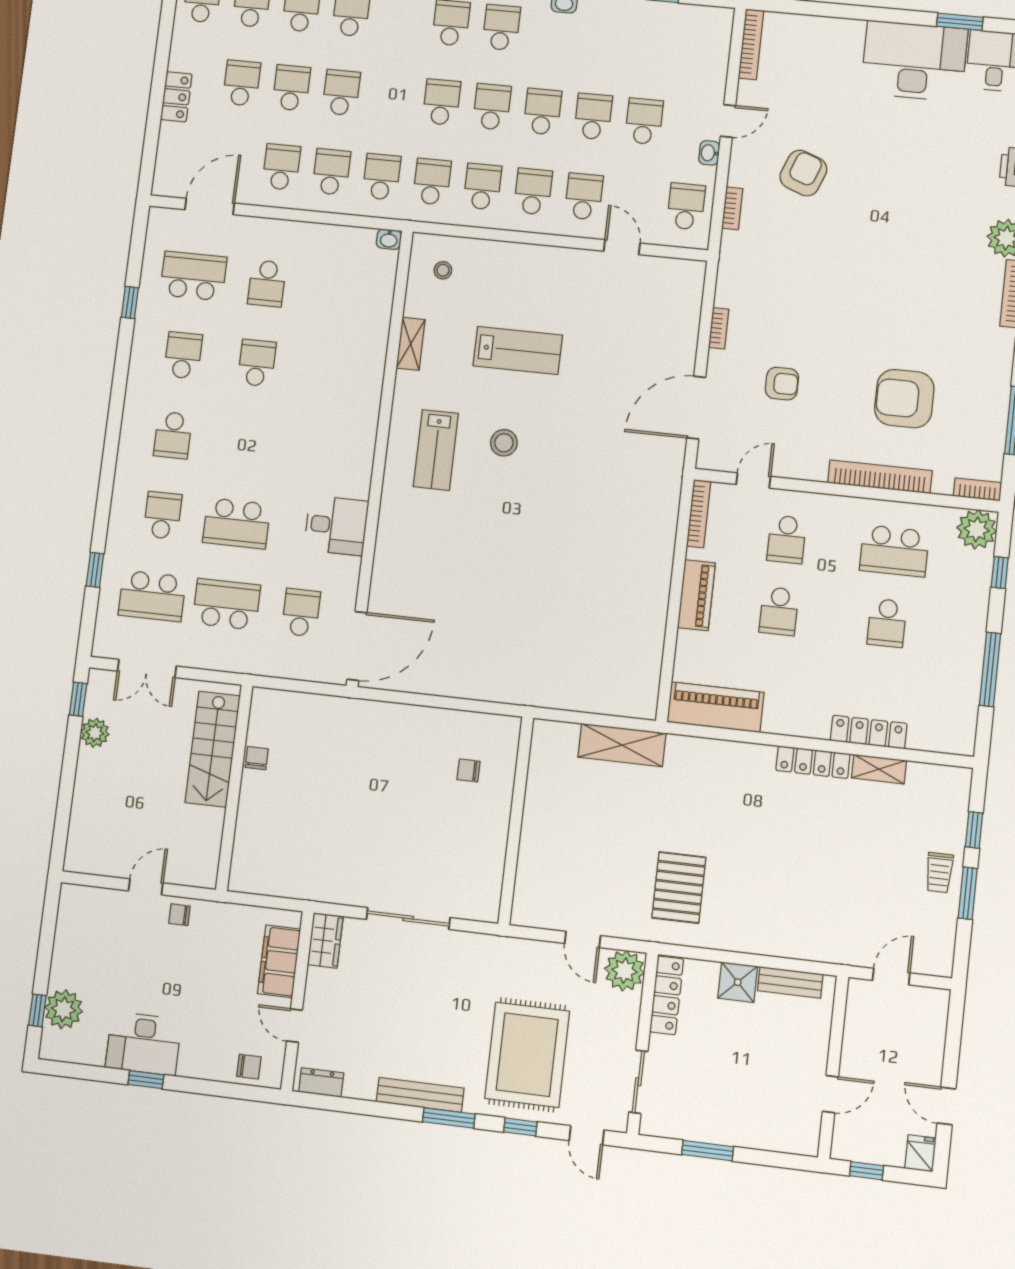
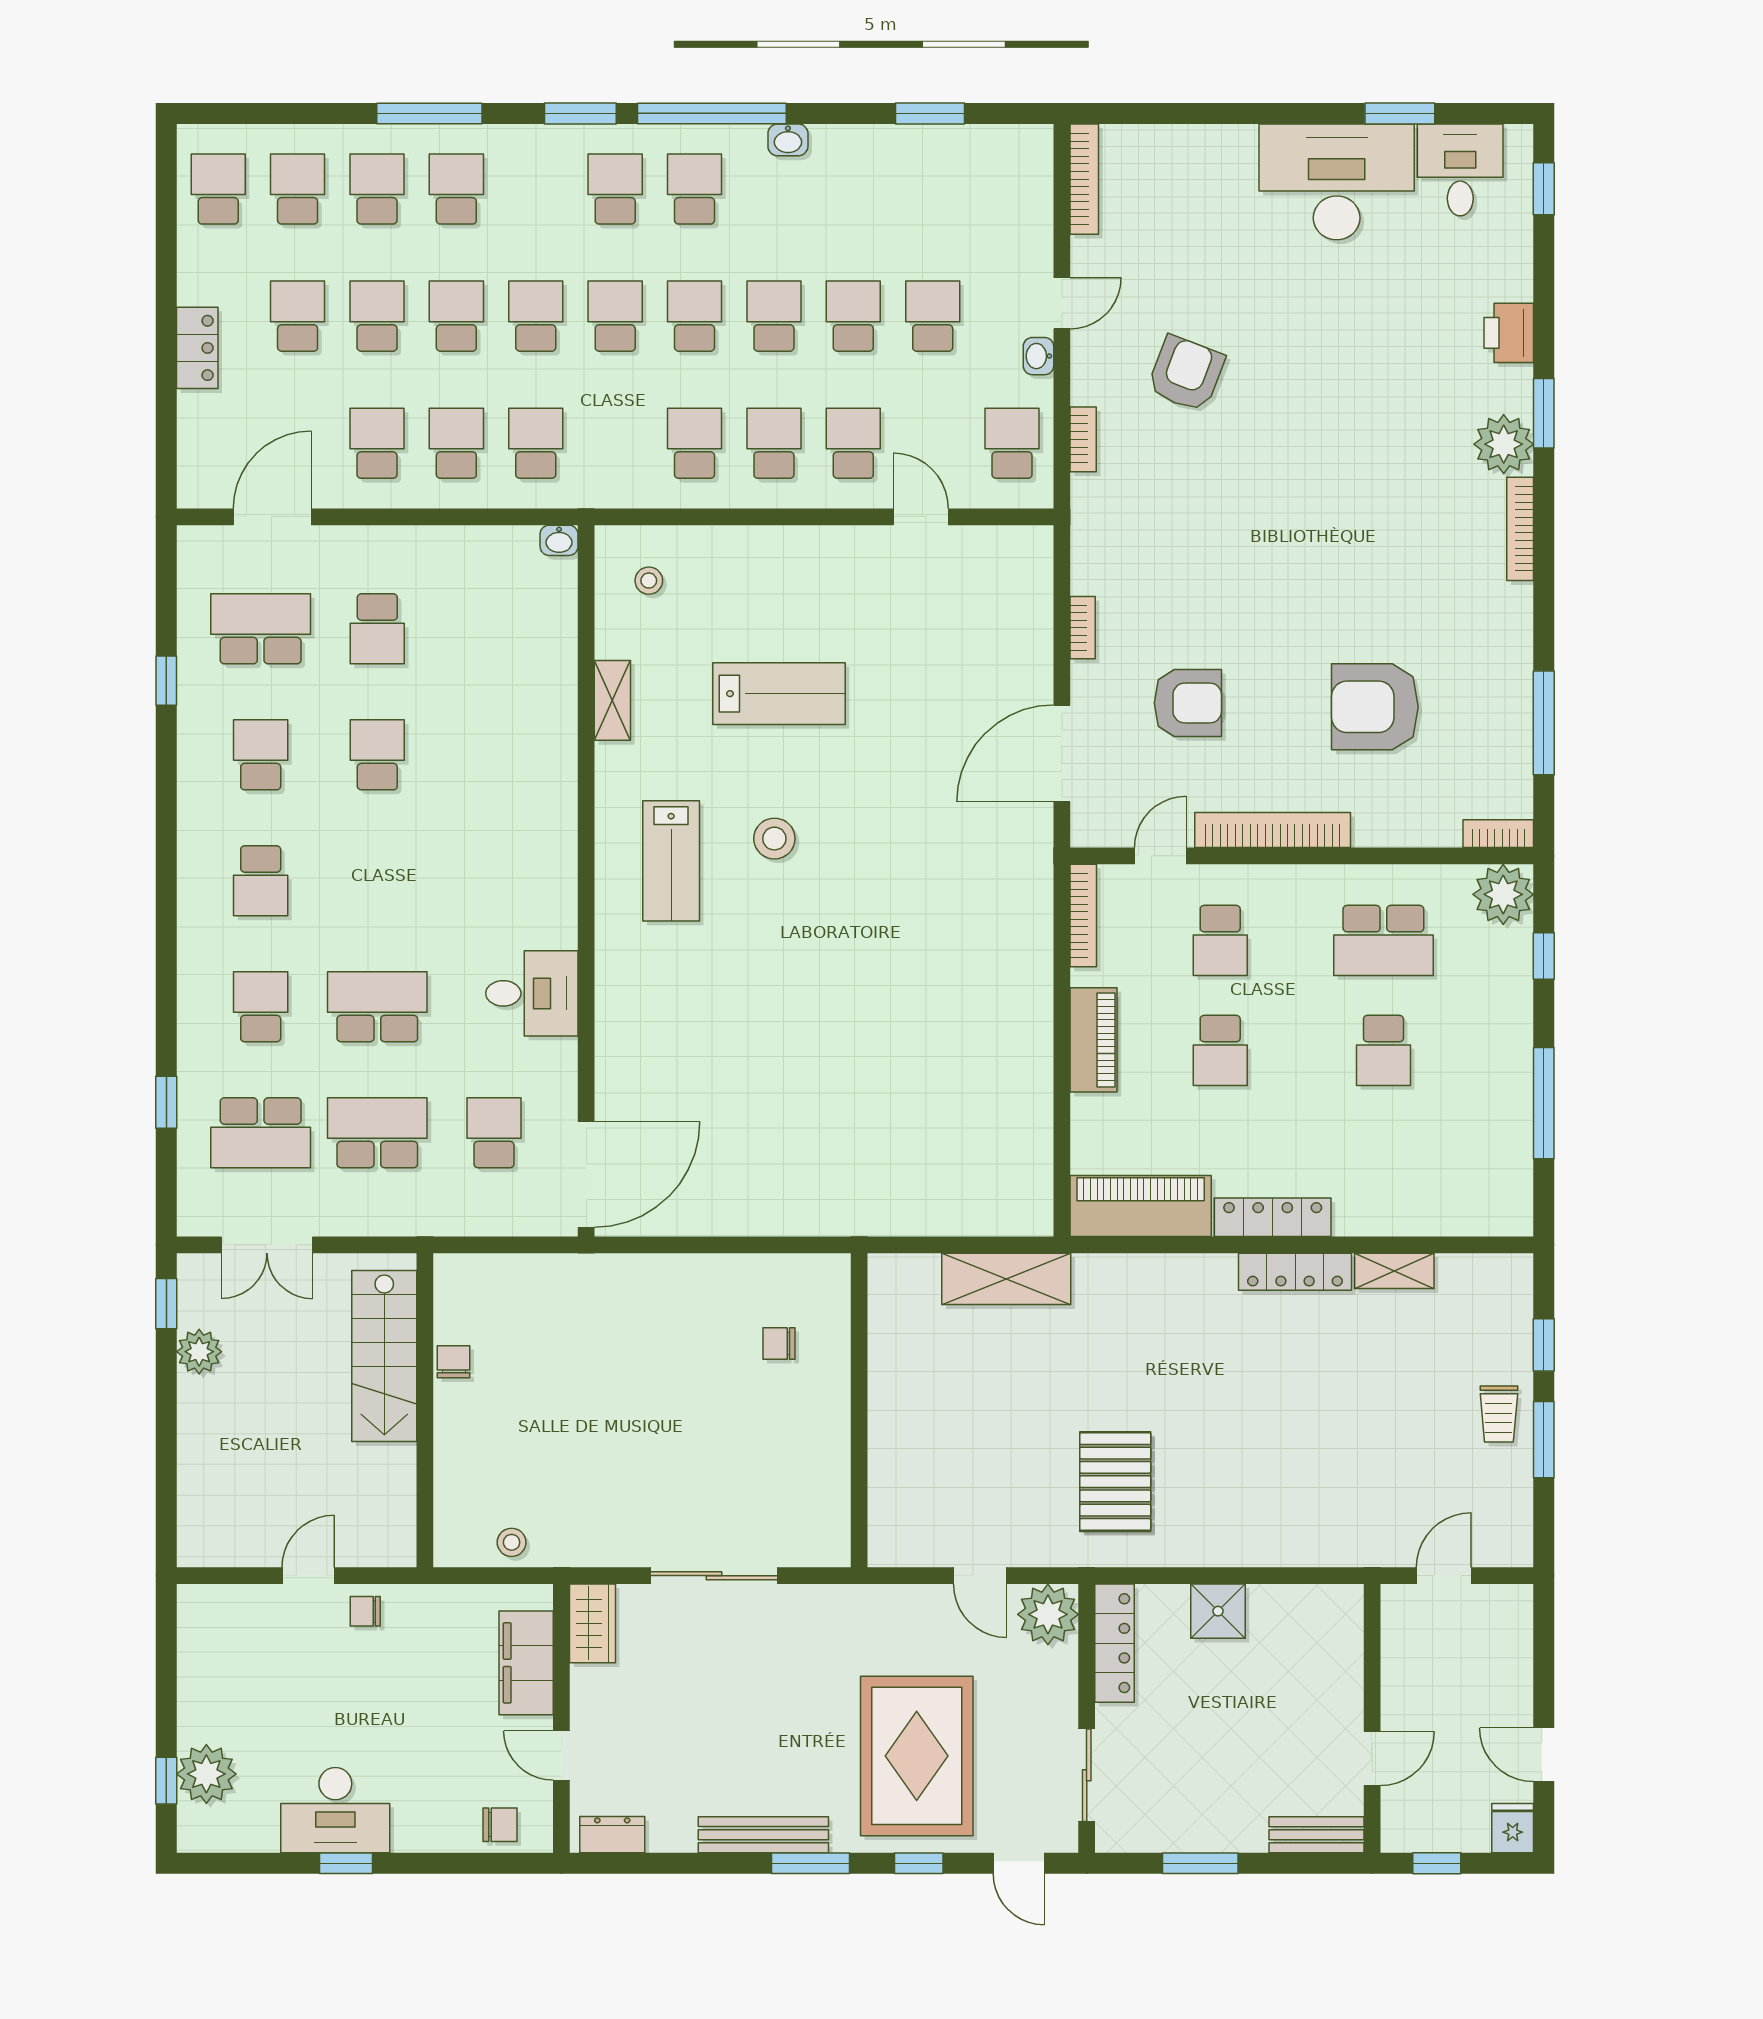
school desk: (432, 182) -> (536, 316), moved
armchair: (782, 384) -> (1188, 703), width x1.38, depth x1.38
bookcase: (880, 477) -> (1273, 830), moved
school desk: (237, 523) -> (377, 1007), turned 180
locker: (869, 732) -> (1273, 1217), moved
stool: (279, 881) -> (512, 1542), added
bench: (790, 982) -> (1316, 1835), moved

